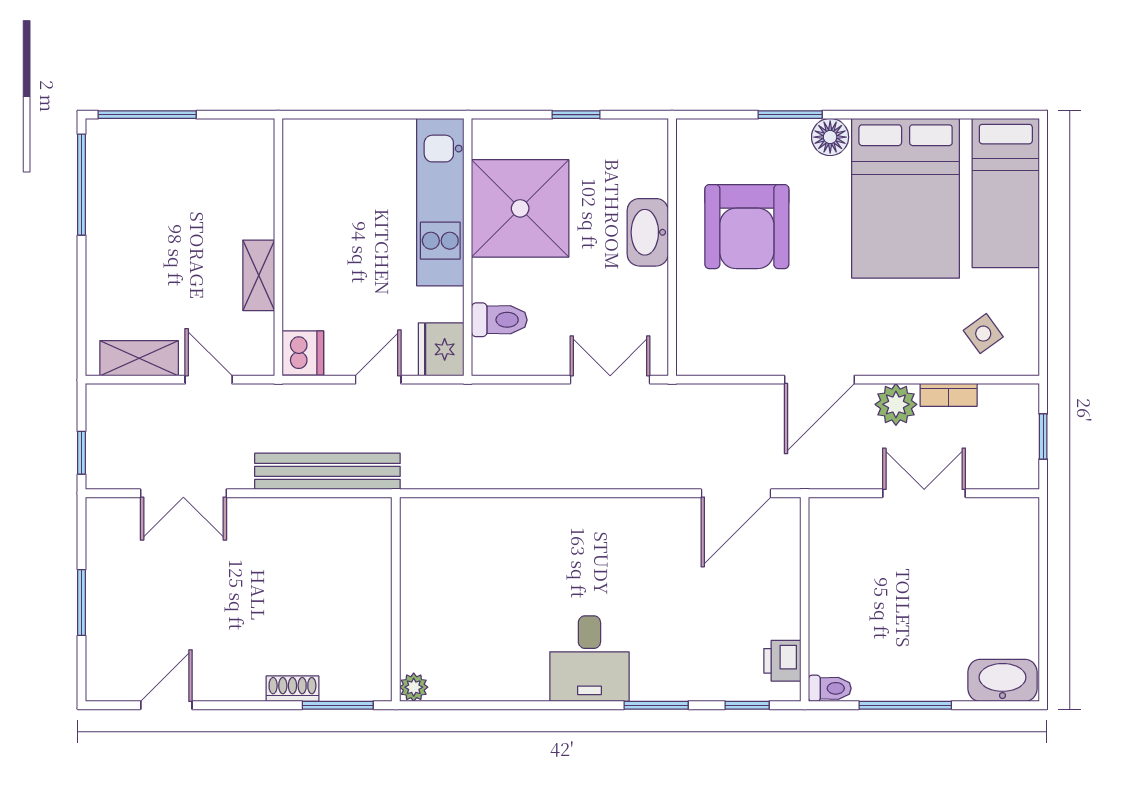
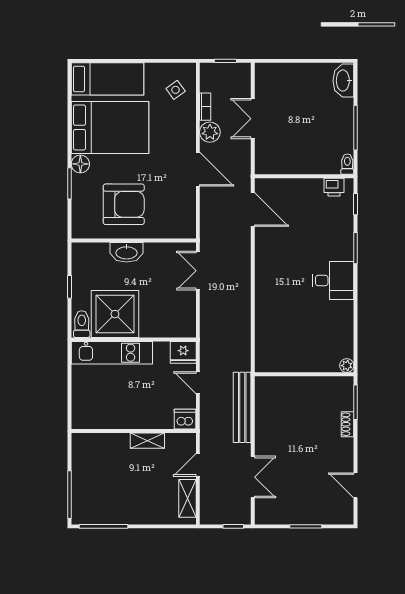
toilet: (499, 320) -> (82, 324), moved

